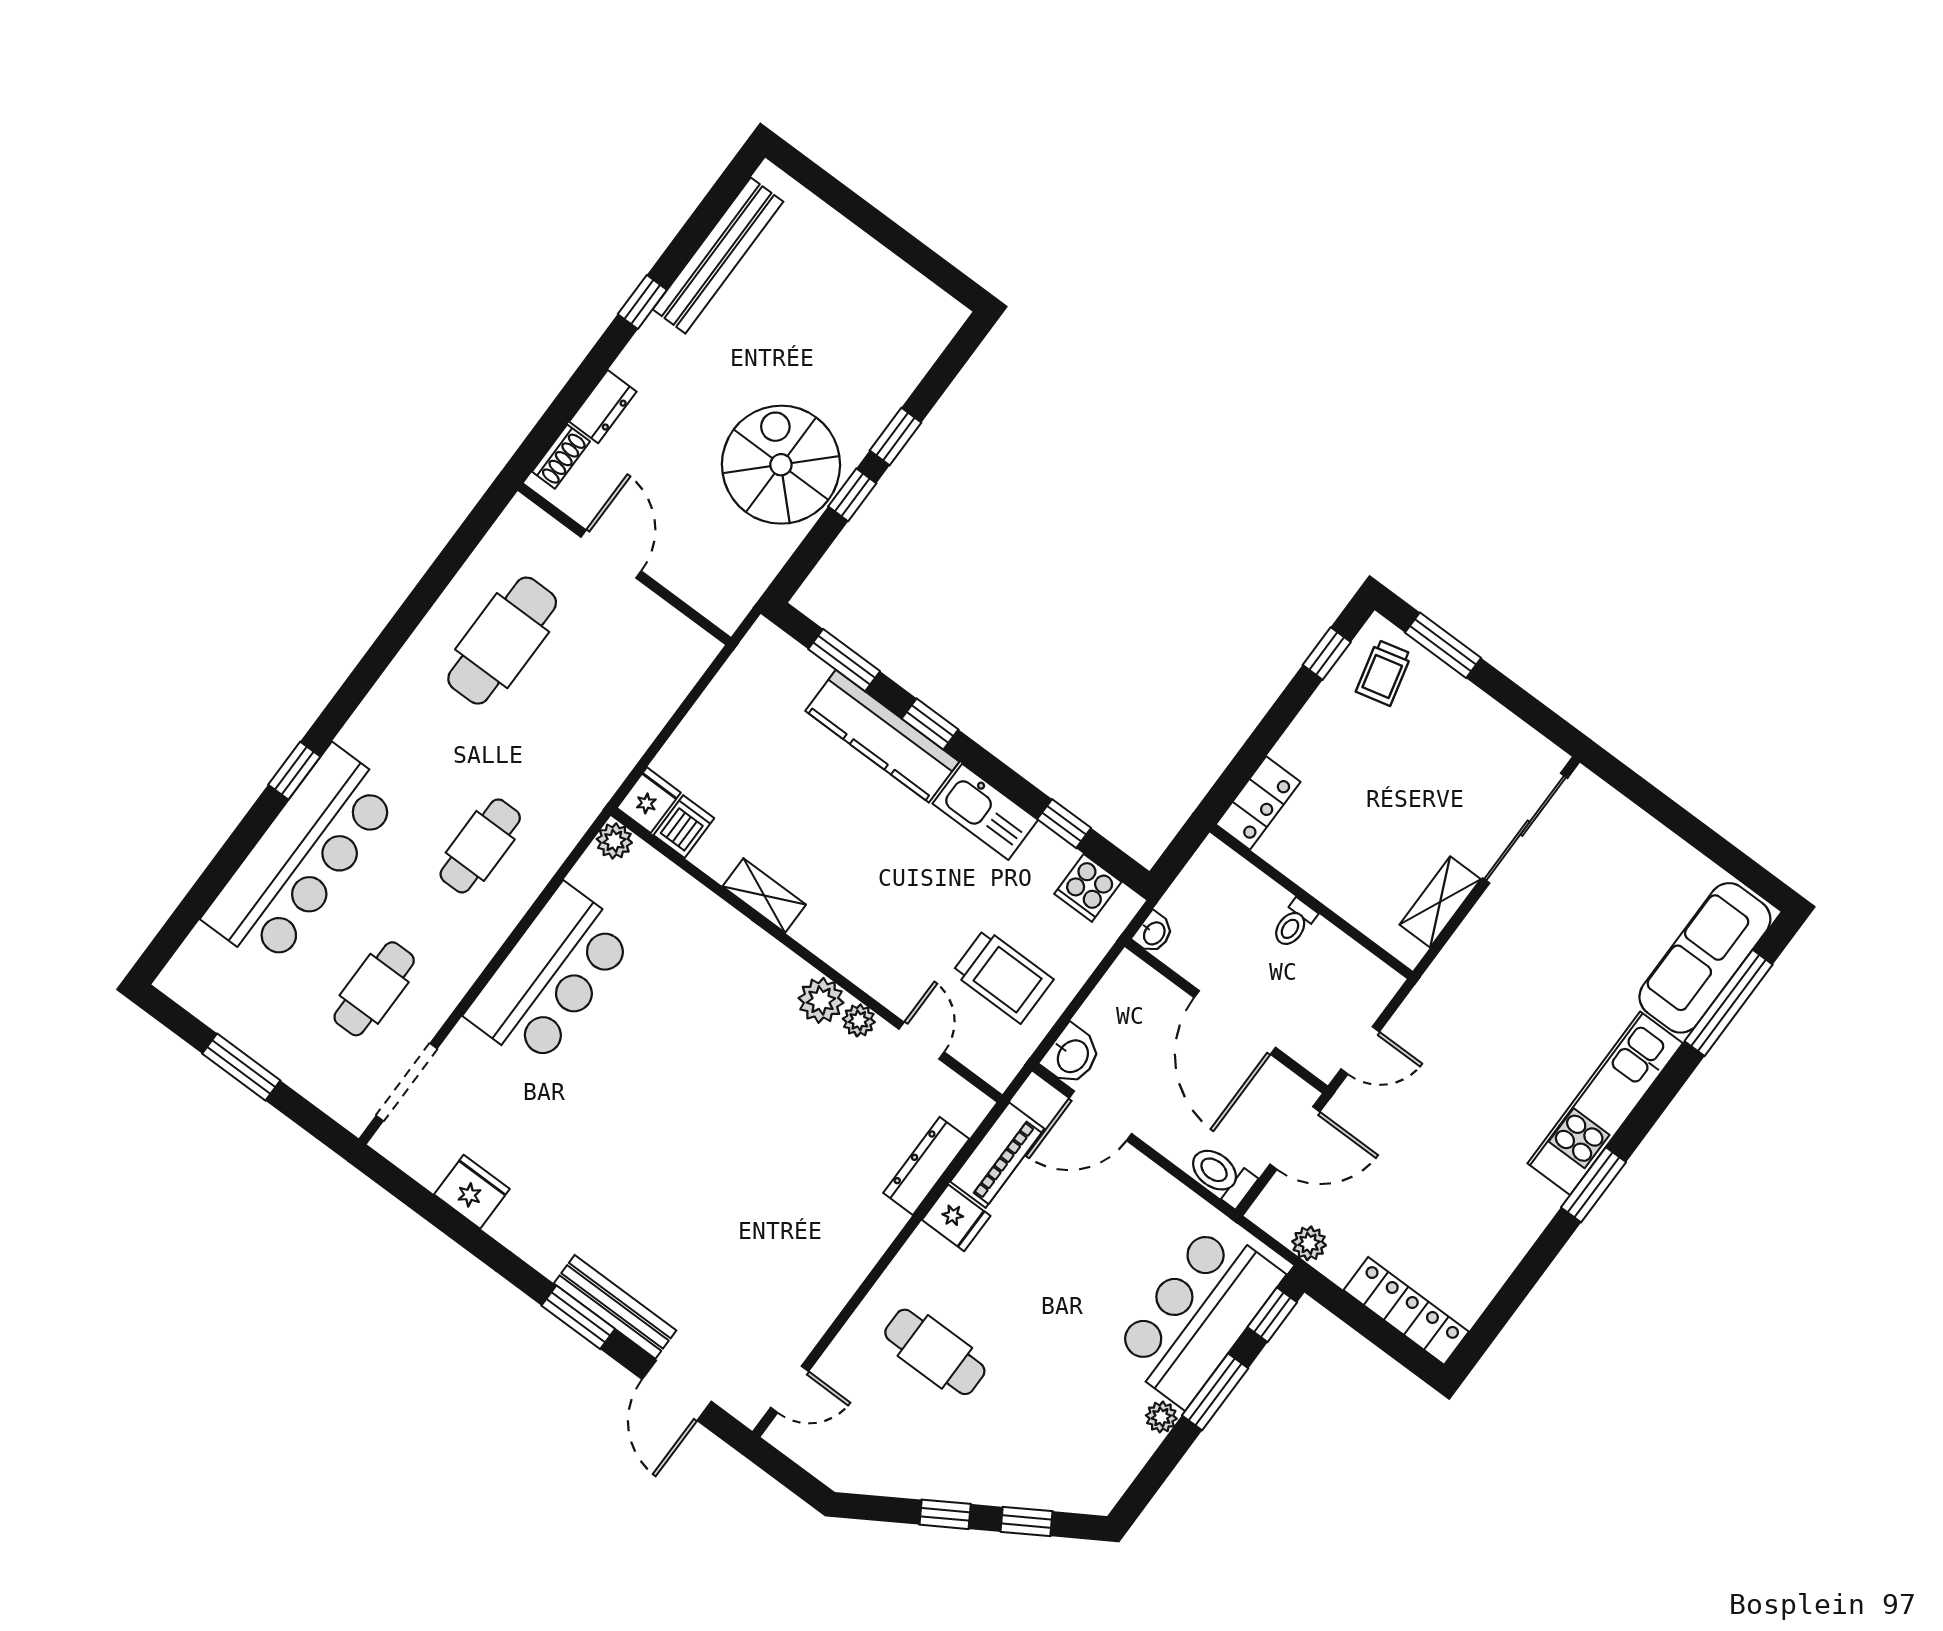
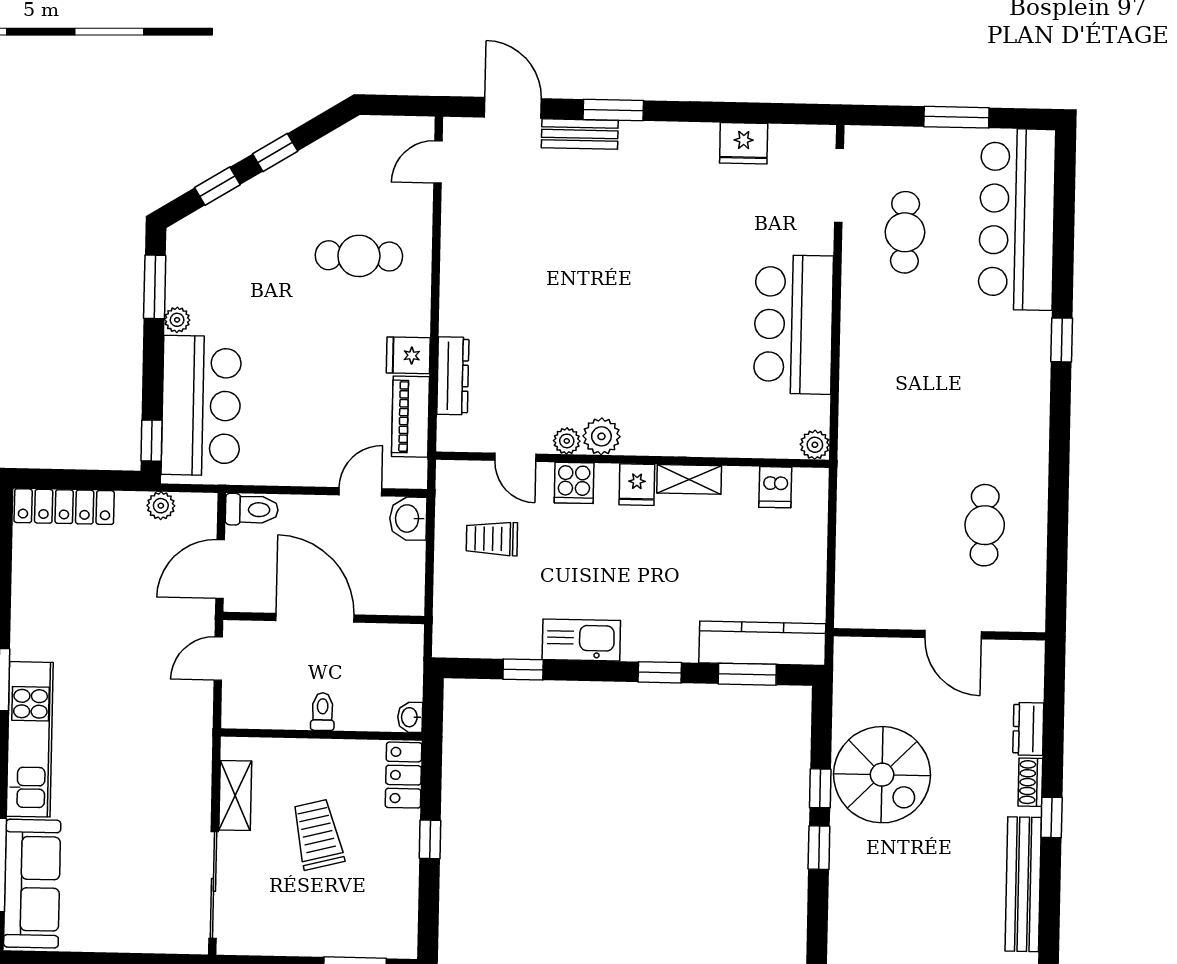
shoe rack: (561, 457) -> (1030, 782), moved
cafe table: (502, 641) -> (985, 525), width x0.73, depth x0.74
window: (1327, 654) -> (430, 839), moved
trolley: (1384, 673) -> (318, 835), moved, width x1.36, depth x1.39
kitchen counter: (882, 736) -> (762, 643), moved
fridge: (649, 800) -> (637, 485), moved
cafe table: (480, 846) -> (902, 378), removed
bar counter: (302, 857) -> (1017, 219), moved
cooker: (1088, 888) -> (574, 483), moved, turned 180
washbasin: (1154, 933) -> (410, 717), moved
trolley: (1003, 976) -> (492, 539), width x0.73, depth x0.72
door: (1100, 1116) -> (360, 492), width x0.73
bench: (615, 1307) -> (580, 134), width x0.73
window: (1215, 1392) -> (155, 287), moved

